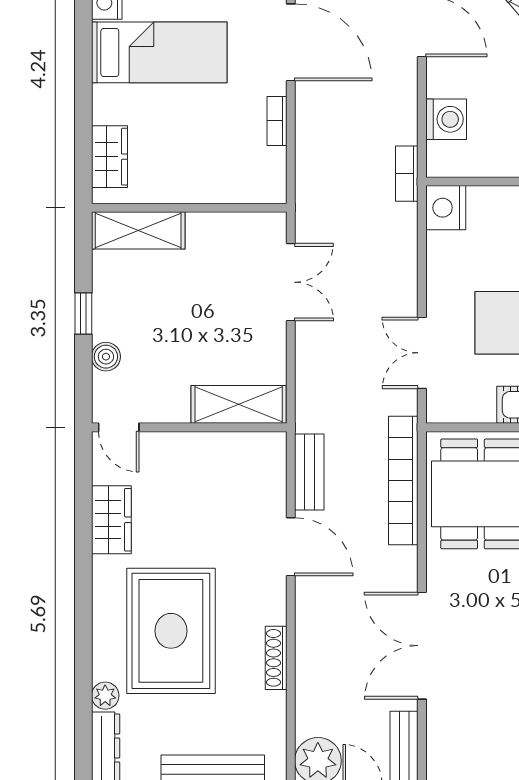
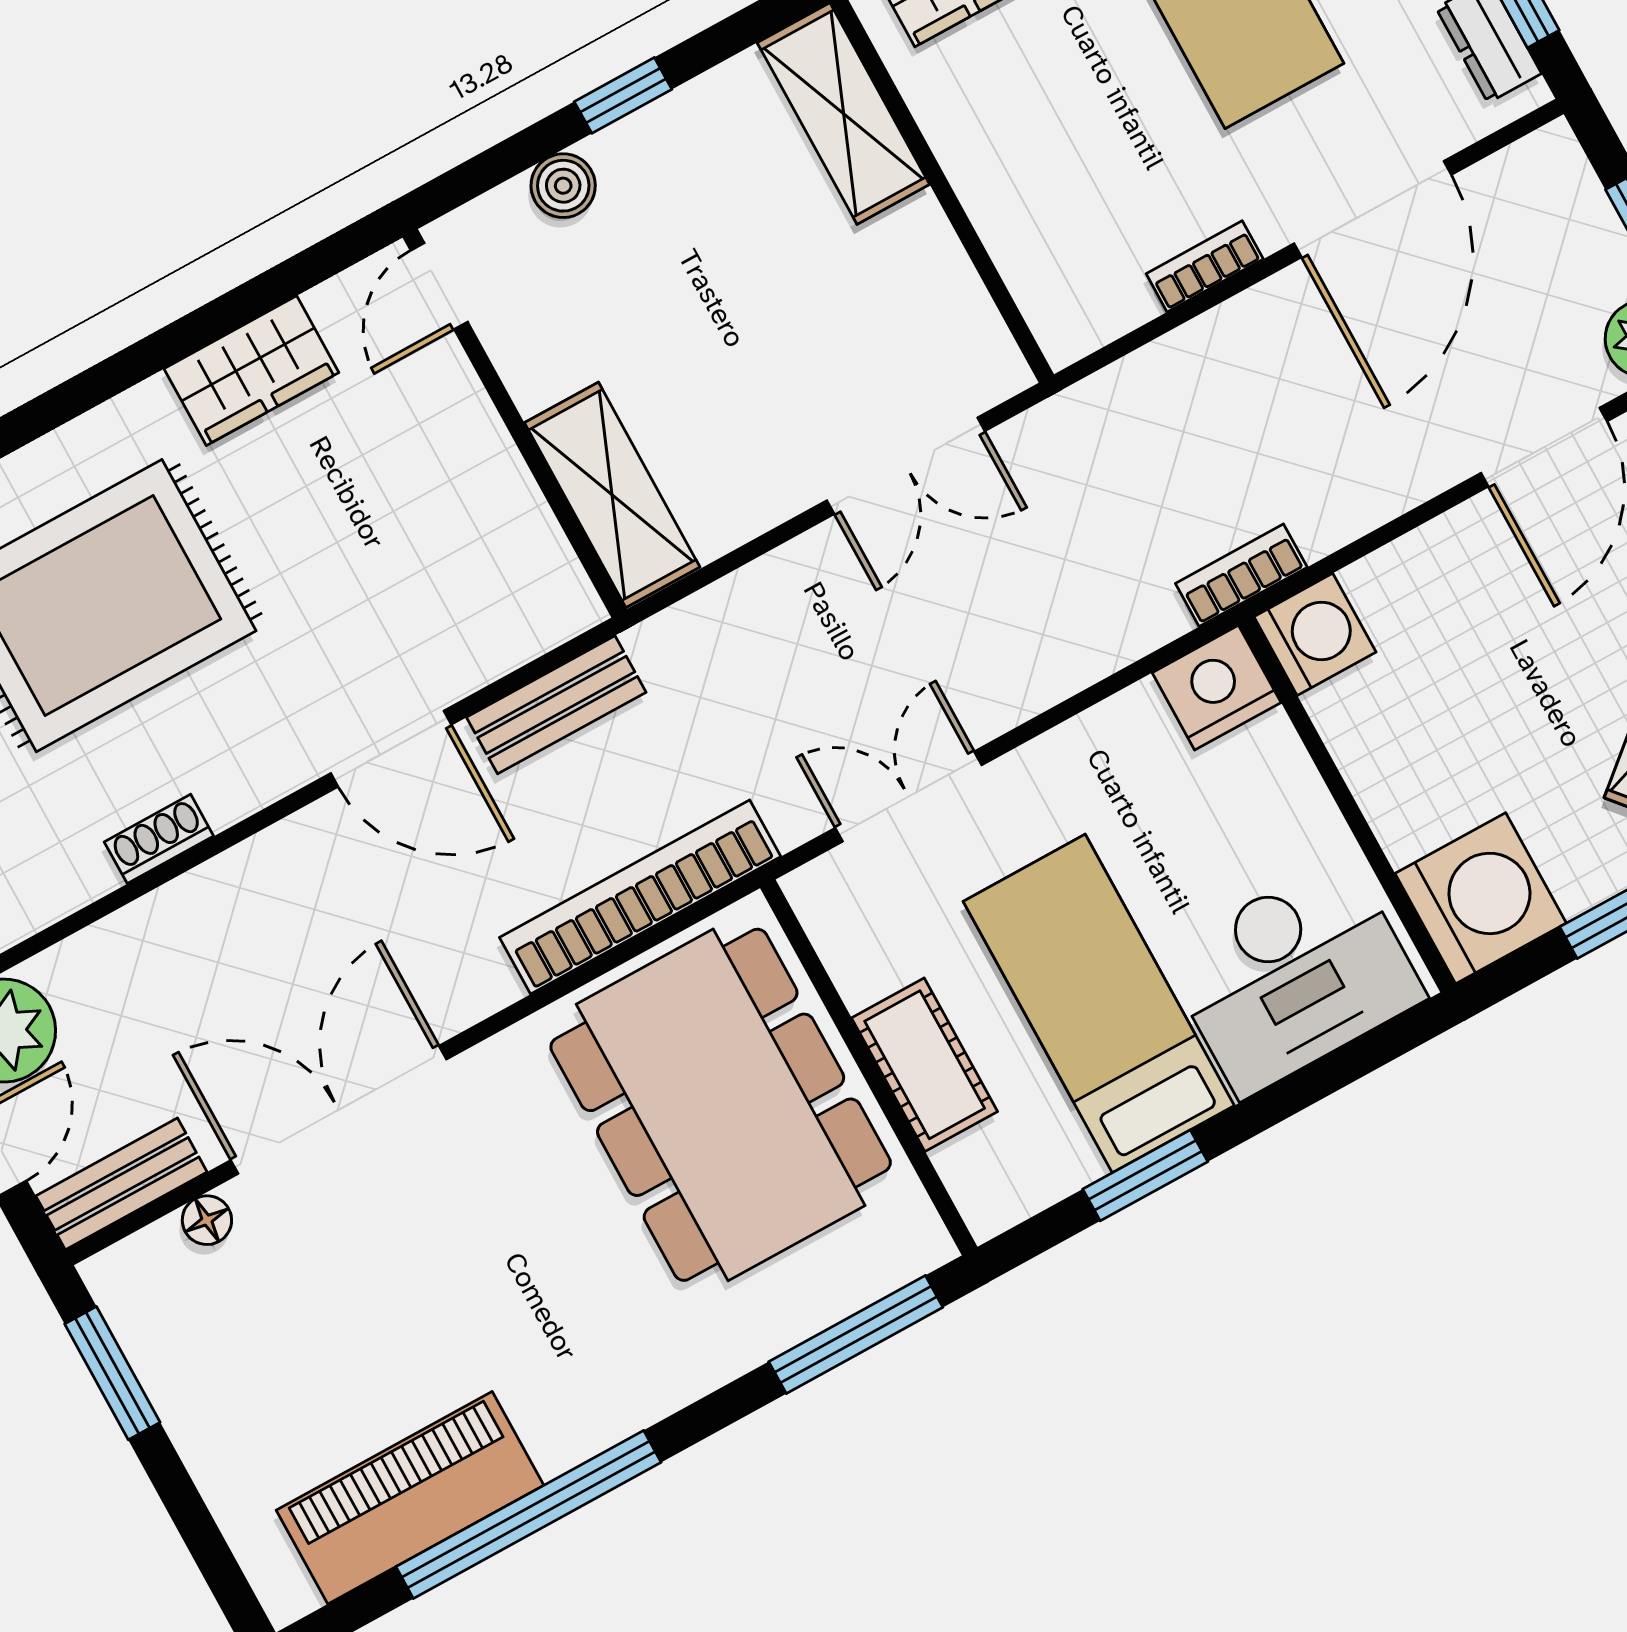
washing machine: (446, 119) -> (1315, 634), moved, turned -90
door: (291, 547) -> (391, 749), hinge flipped
shoe rack: (276, 658) -> (159, 839), width x0.70
floor lamp: (437, 722) -> (207, 1220), added

